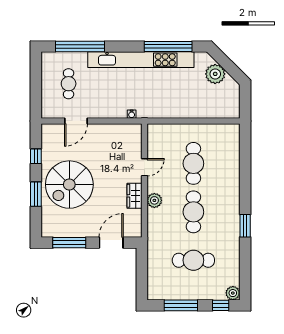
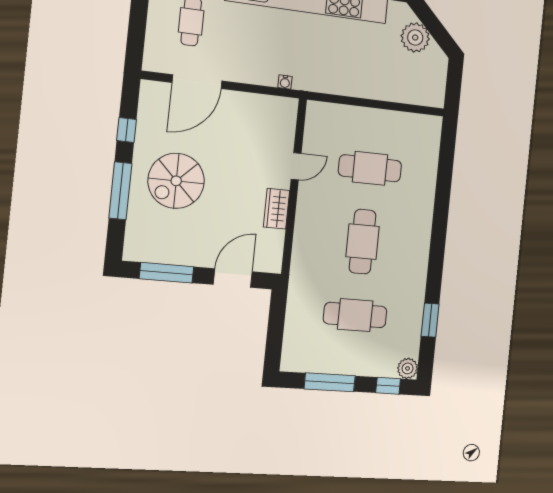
door: (76, 121) -> (197, 82), width x1.36
cafe table: (193, 163) -> (370, 168), turned 90
spiral stairs: (69, 185) -> (176, 181), width x0.73, depth x0.73
window: (36, 194) -> (120, 191), width x1.44
plant: (154, 200) -> (306, 219), removed
window: (245, 226) -> (430, 320), moved

